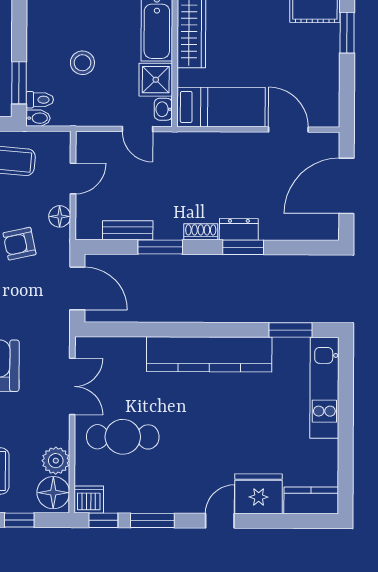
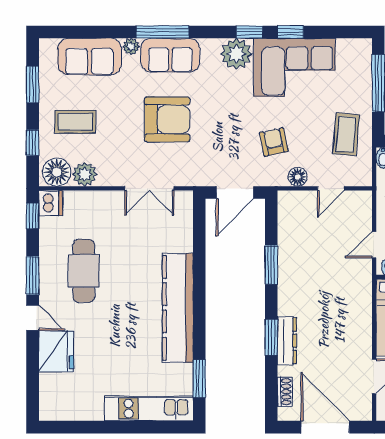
door: (73, 179) -> (331, 188), hinge flipped
dresser: (239, 229) -> (287, 341), width x1.44
bench: (128, 230) -> (286, 236), removed
shoe rack: (201, 232) -> (285, 392), moved
cafe table: (123, 437) -> (84, 271), moved
kitchen counter: (311, 500) -> (51, 397), removed
window: (152, 521) -> (33, 275), moved

